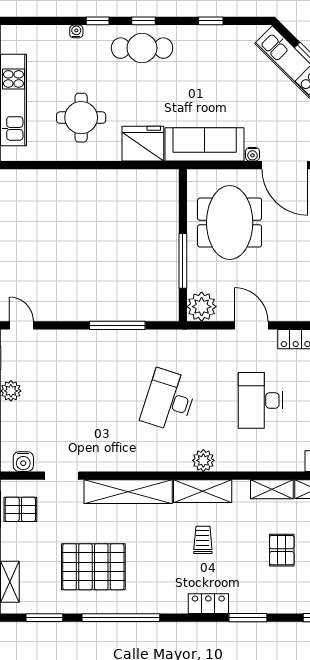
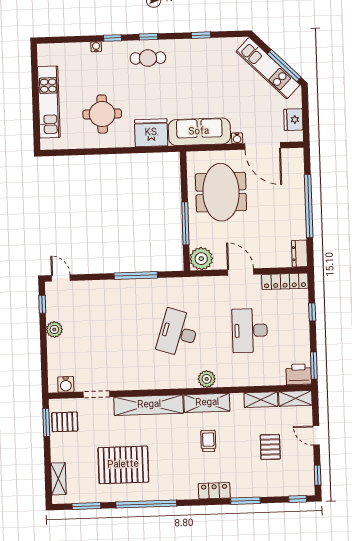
cafe table: (142, 48) -> (148, 58), width x0.73, depth x0.74

